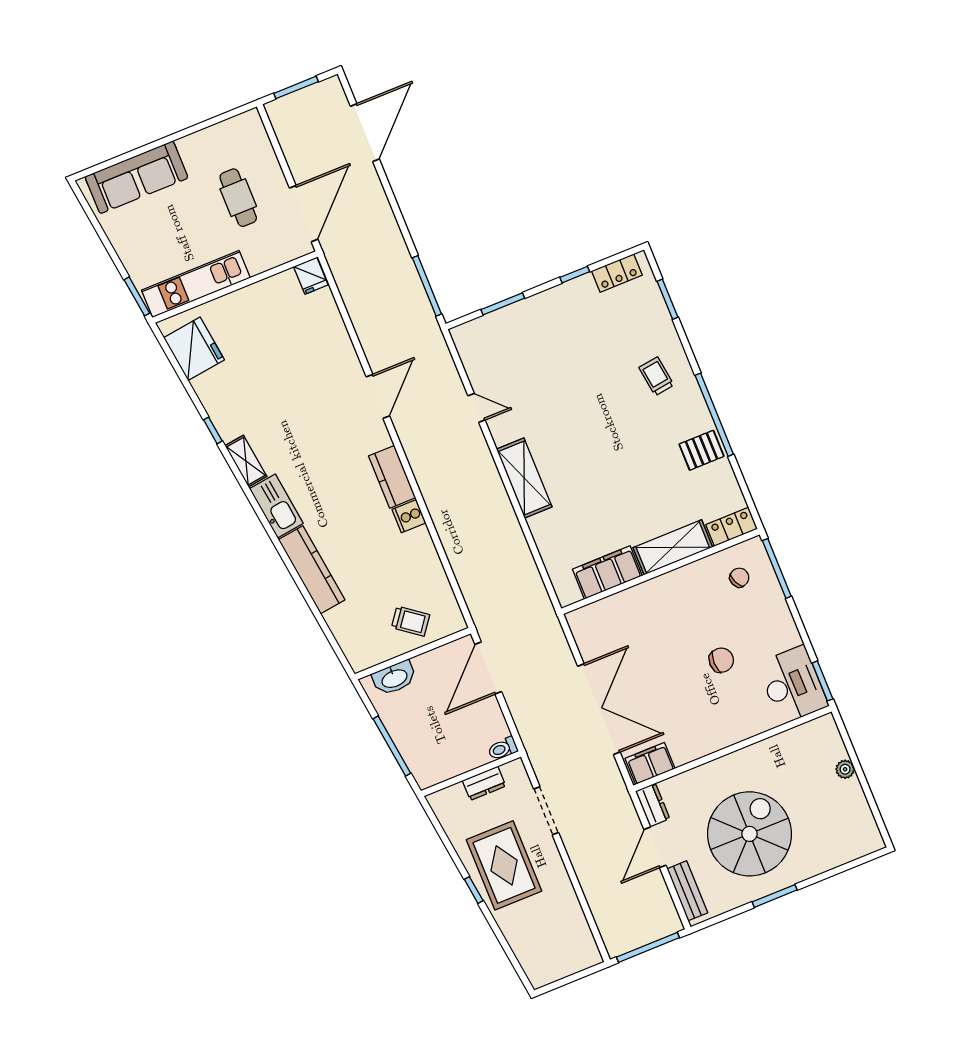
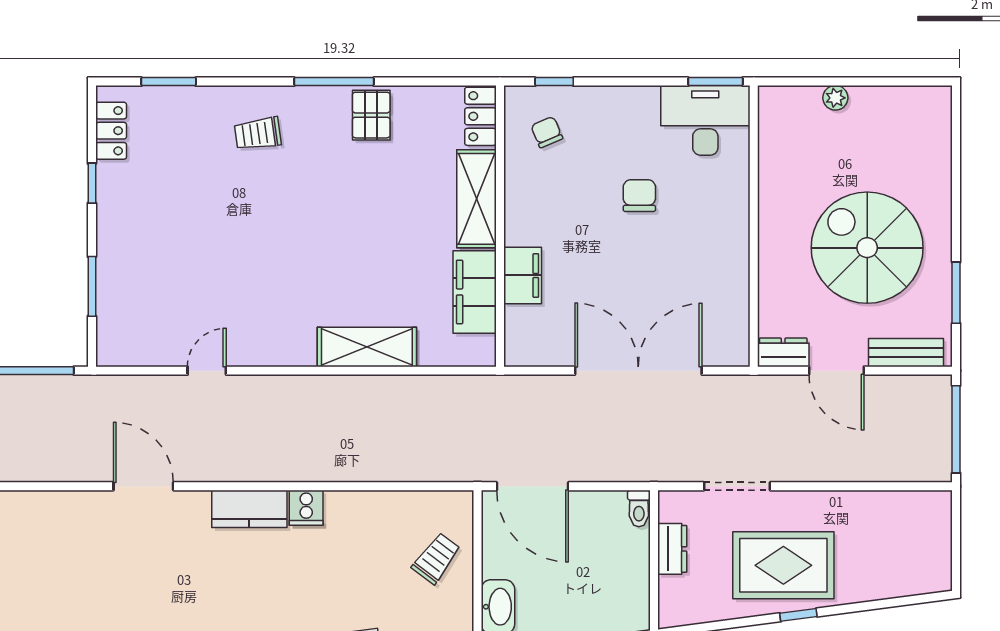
window: (714, 415) -> (334, 82), width x0.68
shelving: (524, 478) -> (367, 347), moved
window: (777, 568) -> (554, 82), width x0.46
filing cabinet: (650, 764) -> (523, 275), moved, turned 180
window: (775, 896) -> (956, 293), moved

